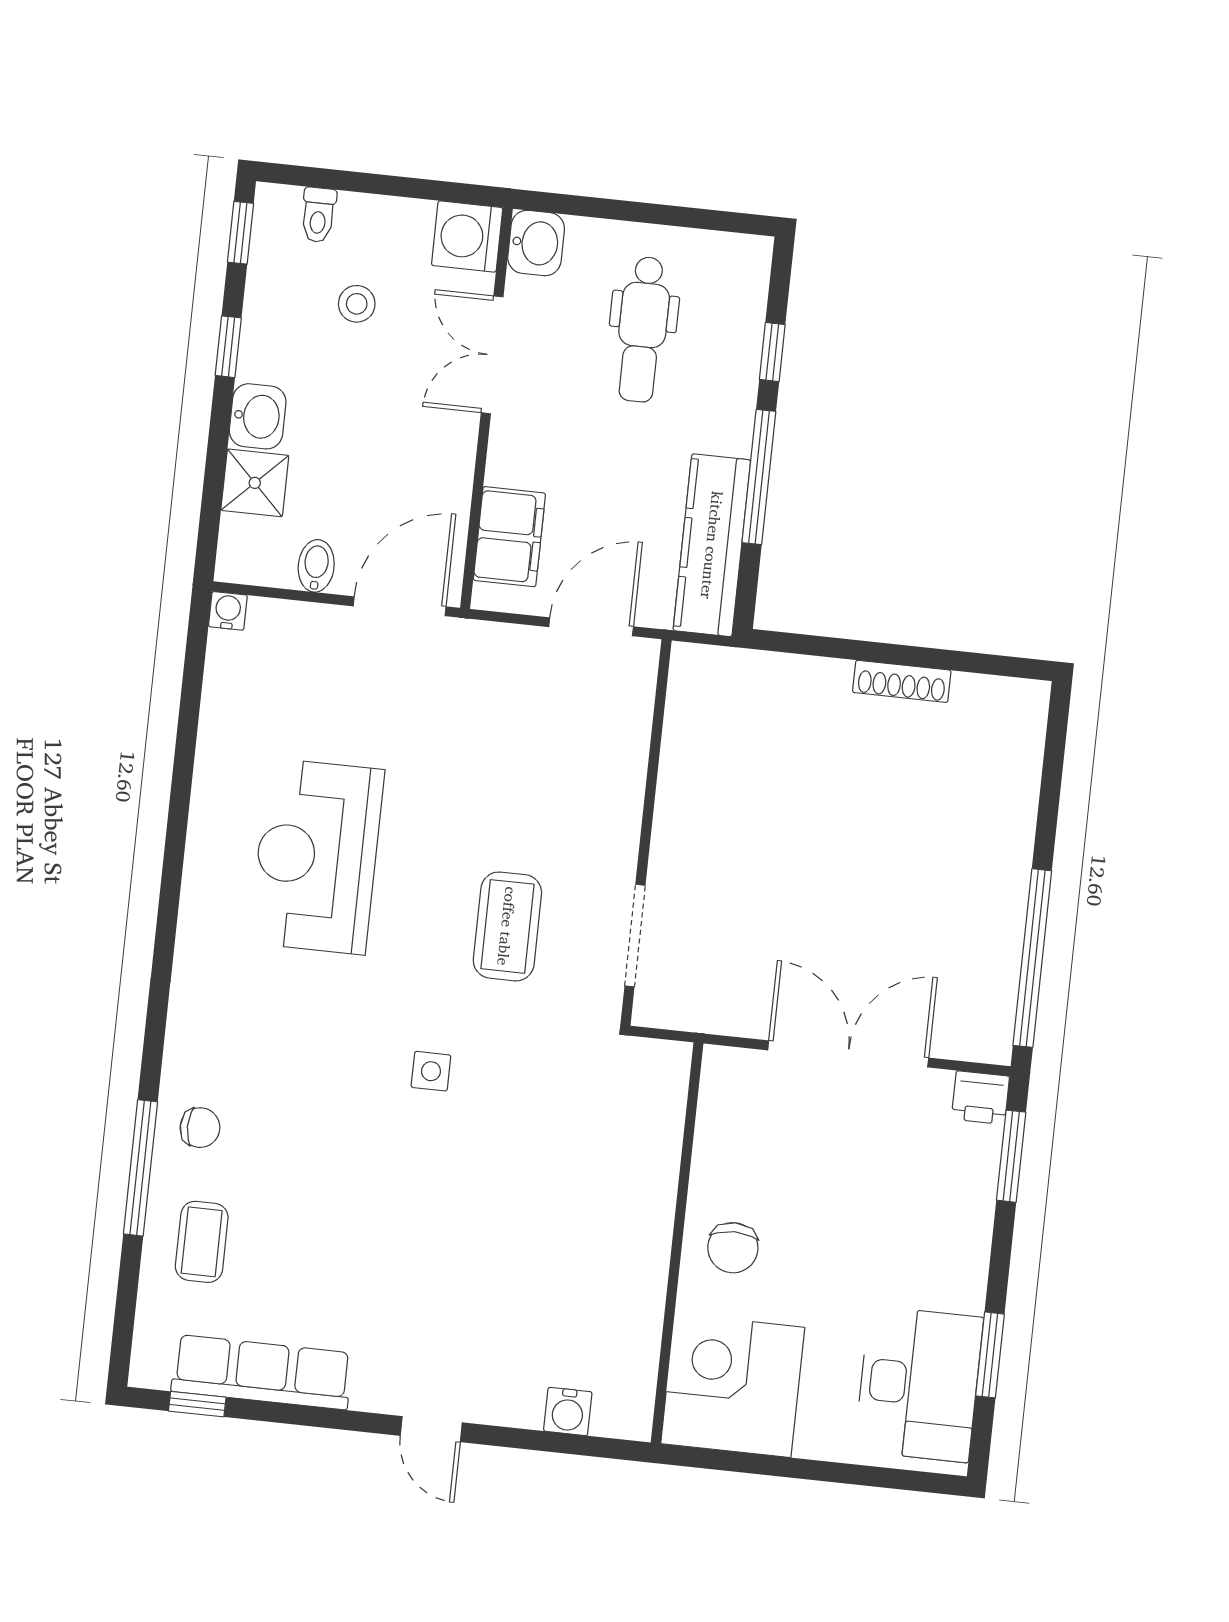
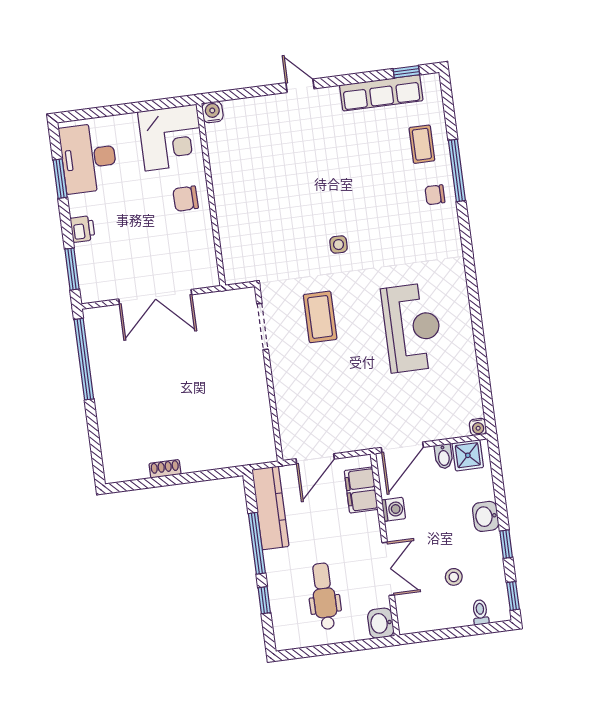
washing machine: (467, 237) -> (394, 509), moved, width x0.73, depth x0.73
shower: (255, 483) -> (468, 455), moved
shoe rack: (902, 681) -> (165, 469), width x0.70
printer: (980, 1098) -> (83, 229), moved, turned 90
chair: (733, 1248) -> (186, 199), turned -91
water cooler: (568, 1411) -> (212, 112), moved

